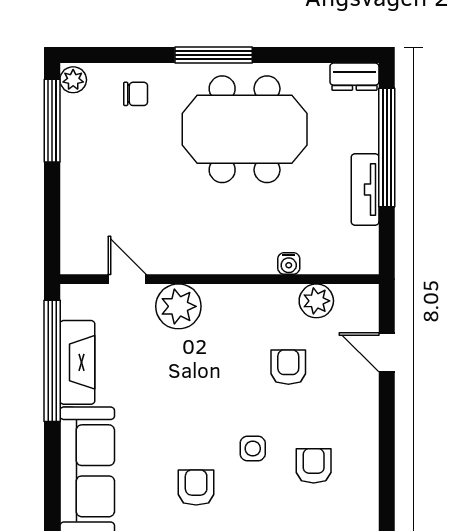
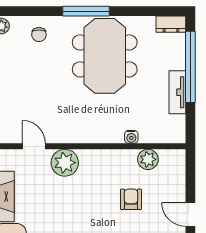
chair: (136, 94) -> (39, 35), turned 90
meeting table: (245, 129) -> (105, 56), turned 90
door: (387, 352) -> (190, 214), moved

